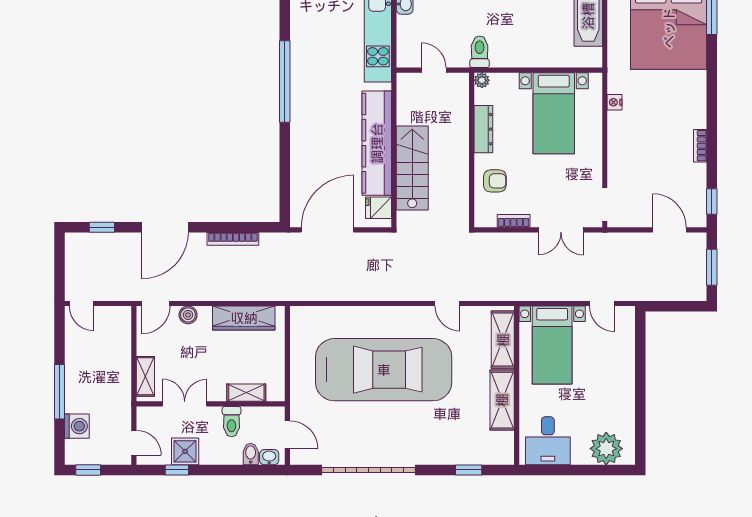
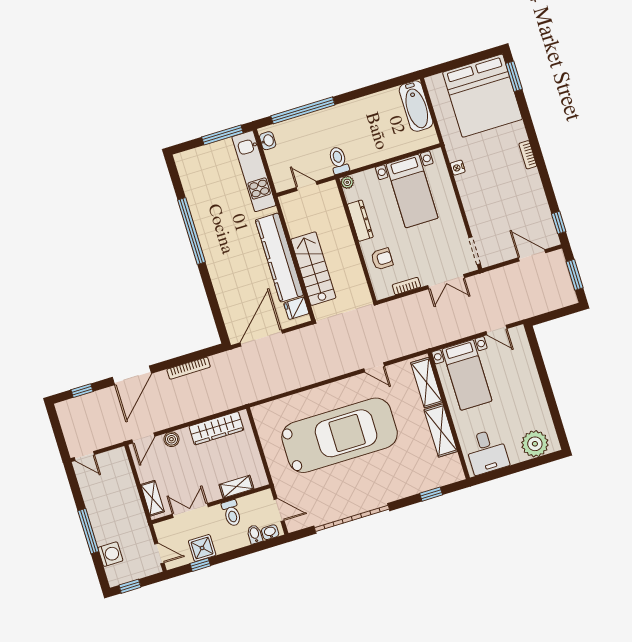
bookcase: (700, 146) -> (528, 155), moved

